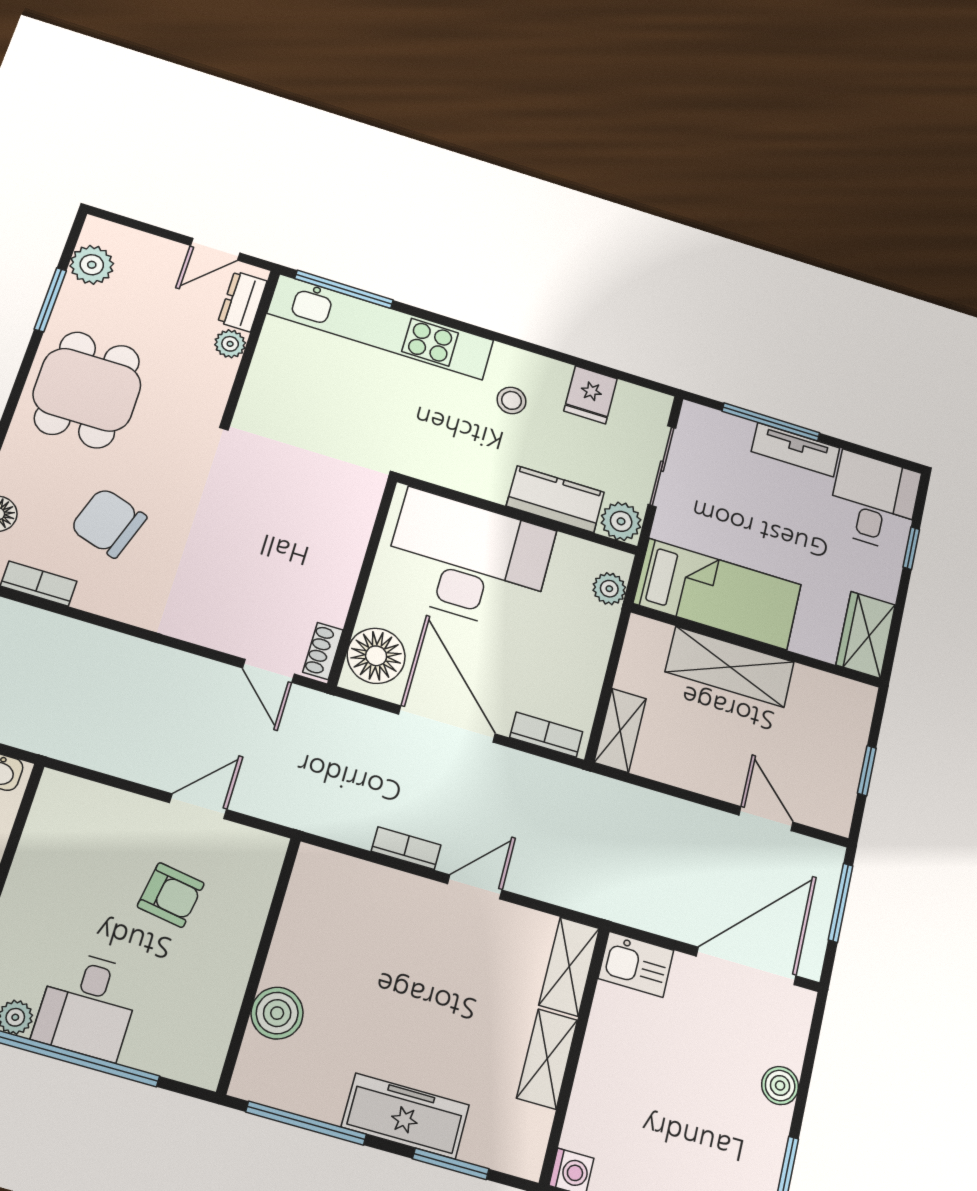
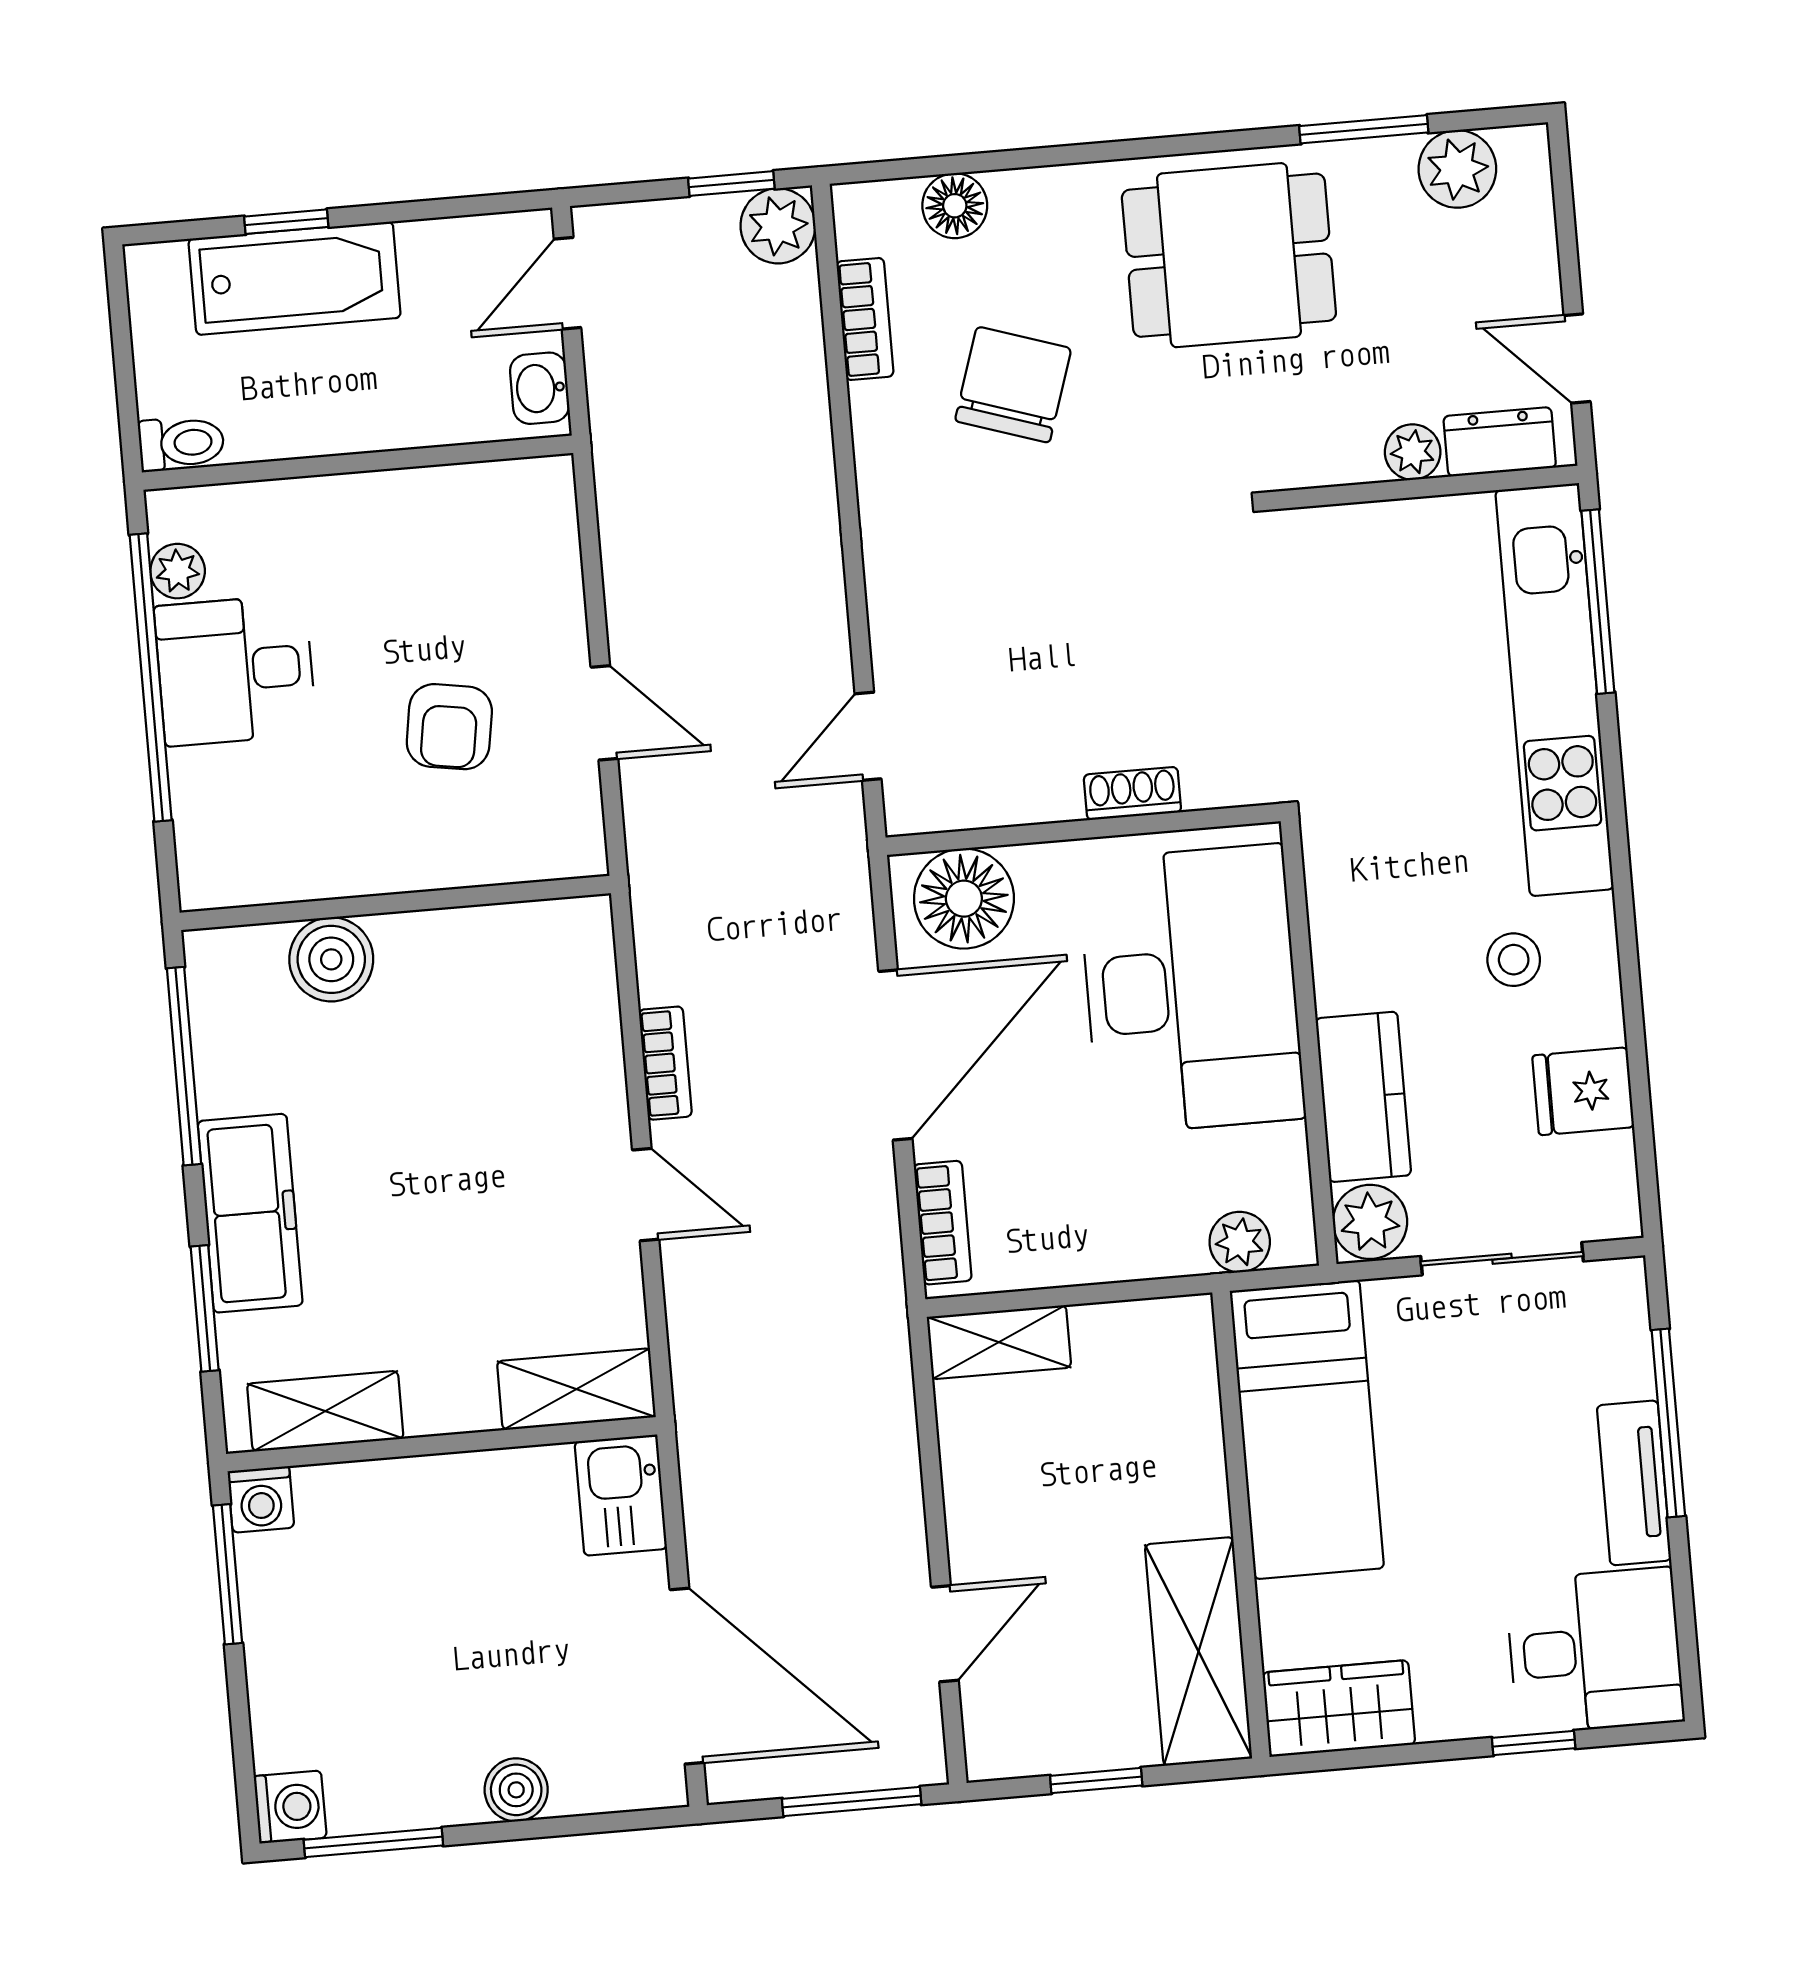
shoe rack: (323, 651) -> (1132, 793), moved
shelving: (730, 667) -> (1198, 1651), moved
shelving: (547, 1059) -> (325, 1411), moved

